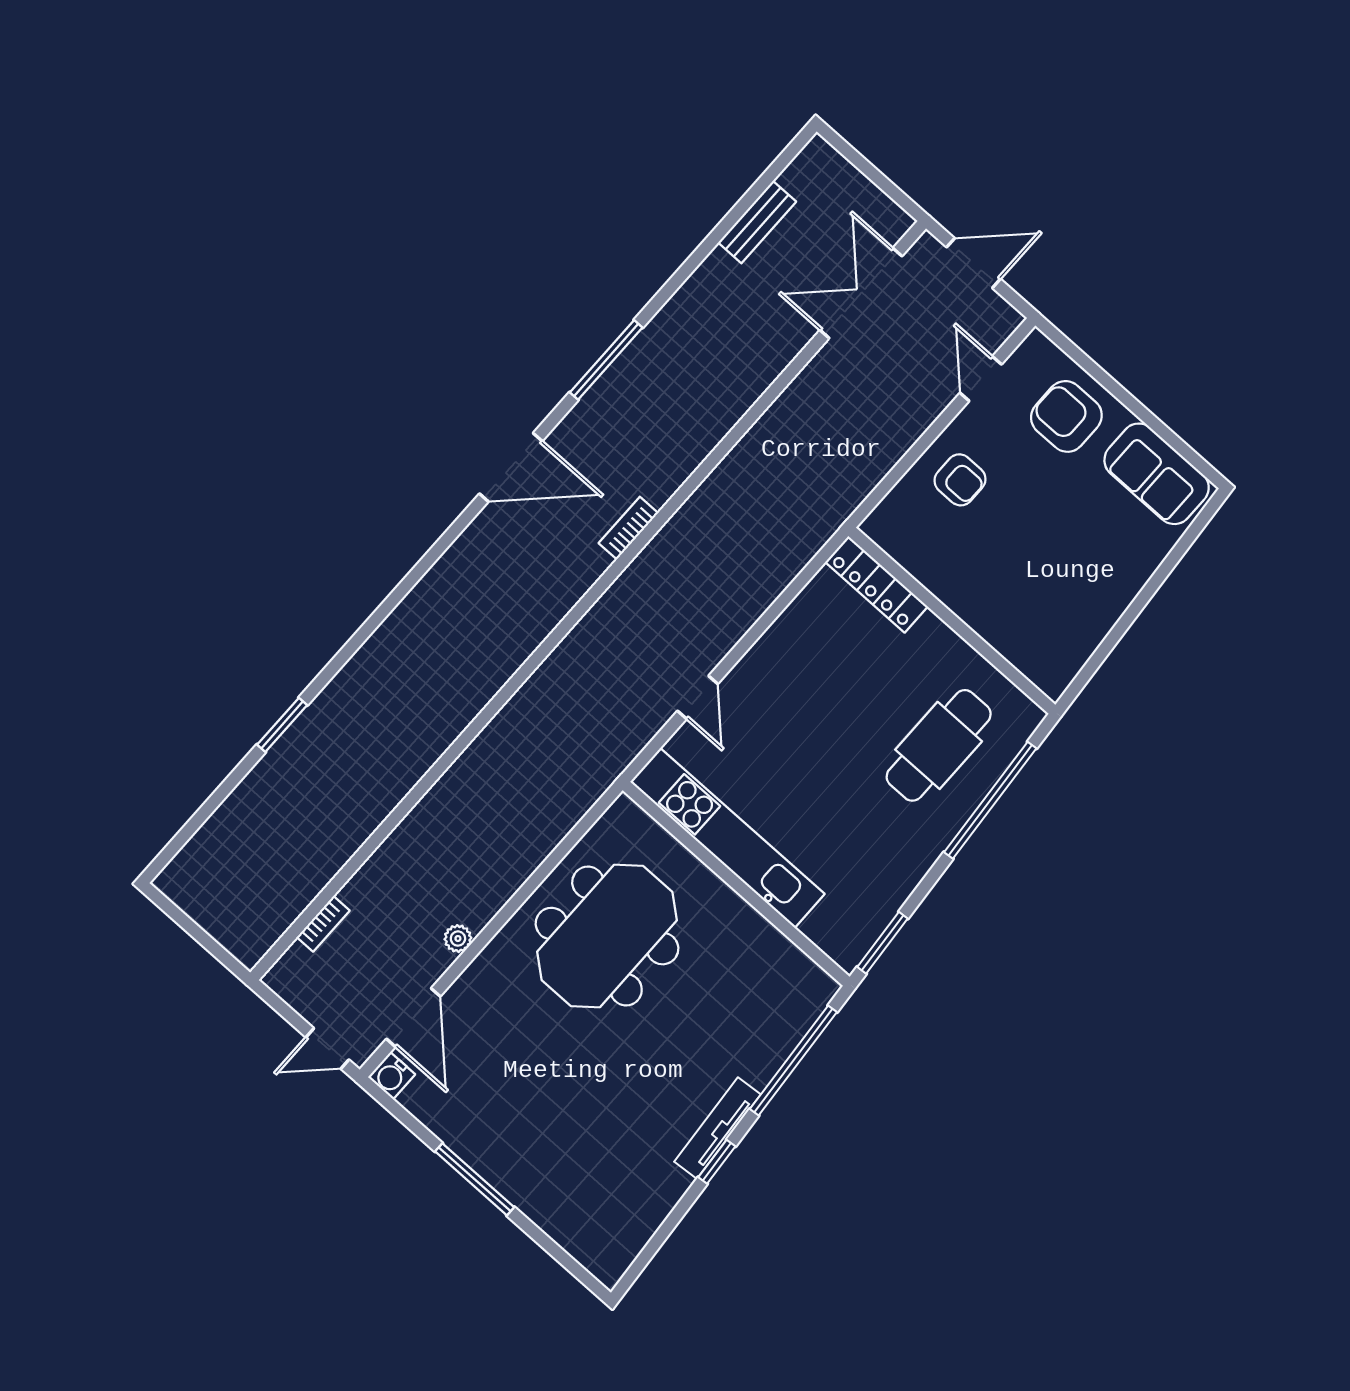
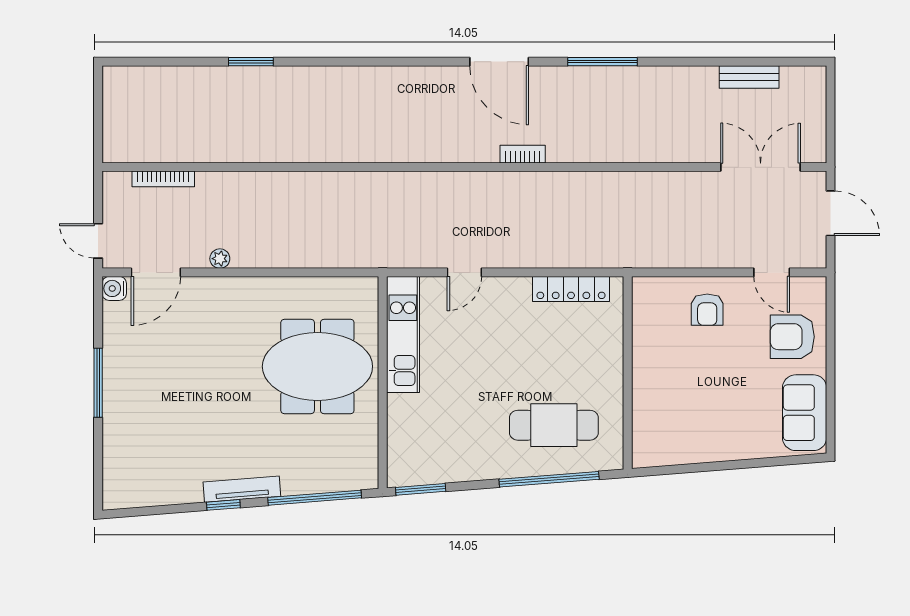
door: (981, 379) -> (772, 272), swing flipped
armchair: (1066, 416) -> (792, 337), turned -90
locker: (877, 584) -> (571, 289), moved, turned -90
kitchen unit: (727, 838) -> (403, 334), width x0.73
bookcase: (323, 924) -> (163, 179), width x1.56
meeting table: (607, 936) -> (317, 366), moved

